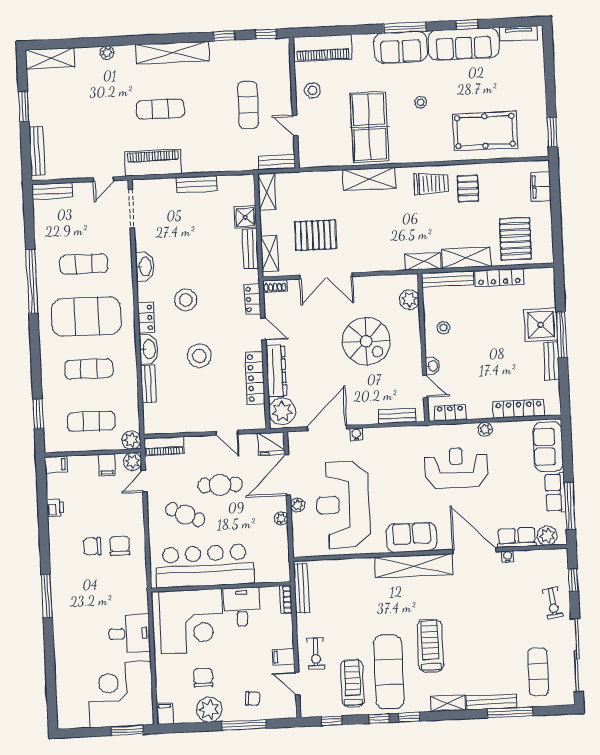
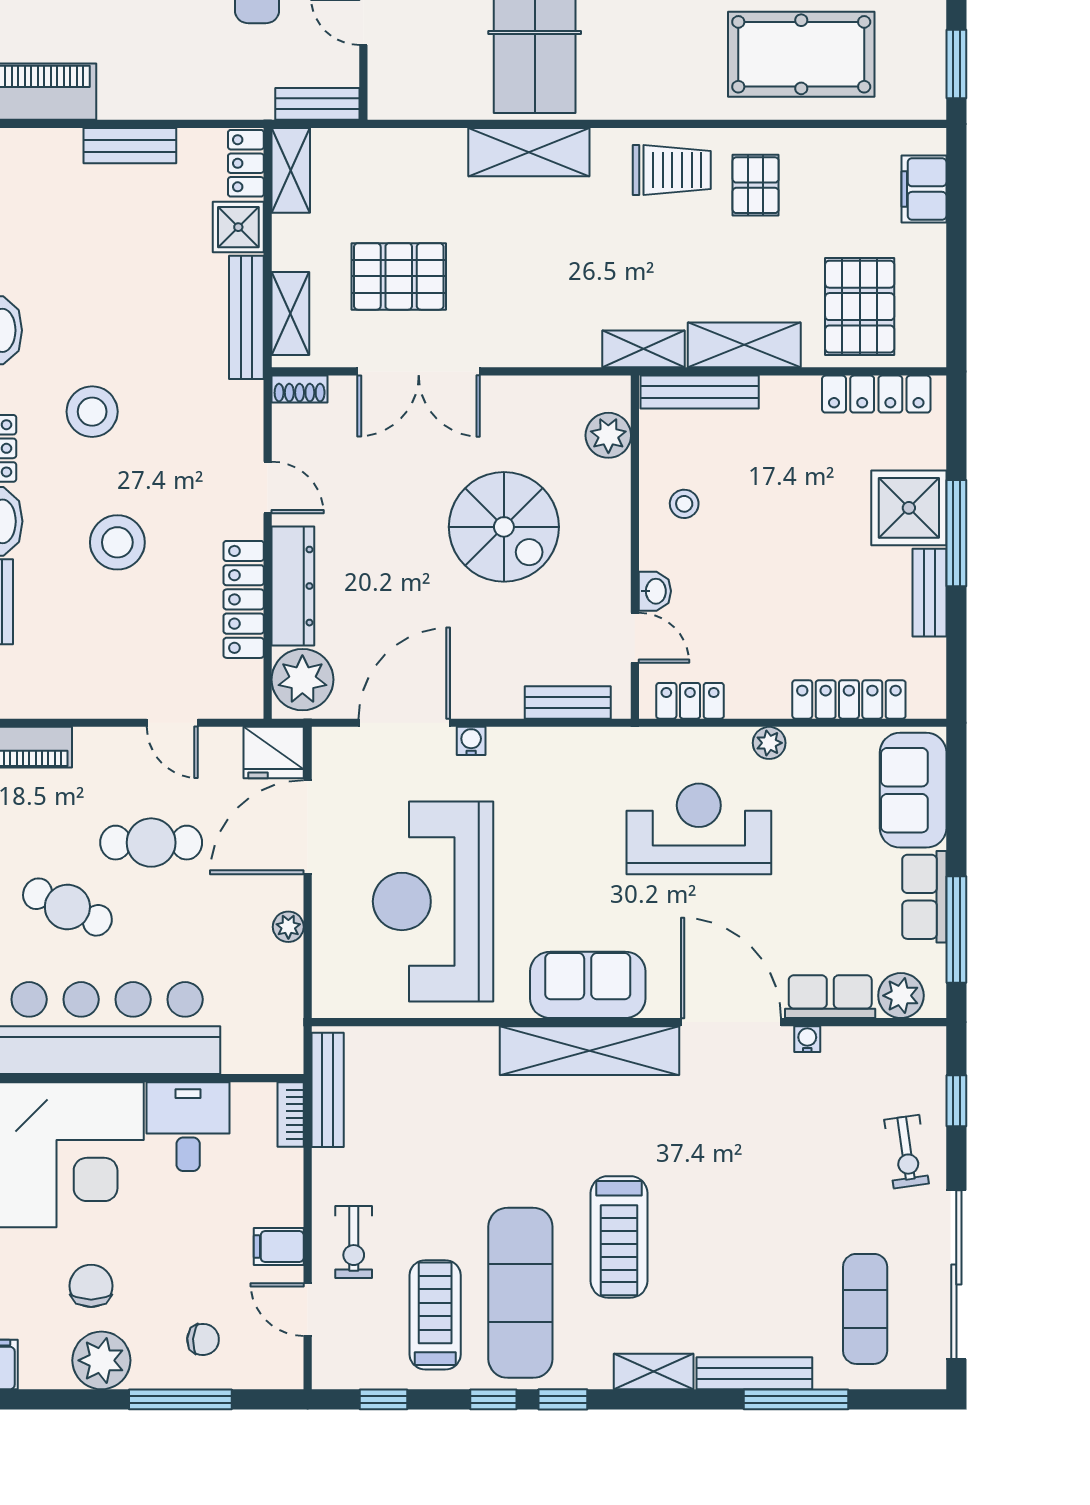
bench: (250, 249) -> (246, 317), width x1.36
locker: (499, 277) -> (876, 394), moved
locker: (252, 299) -> (246, 163), moved
plant: (298, 505) -> (328, 898), removed
treadmill: (430, 646) -> (619, 1237), turned 180

